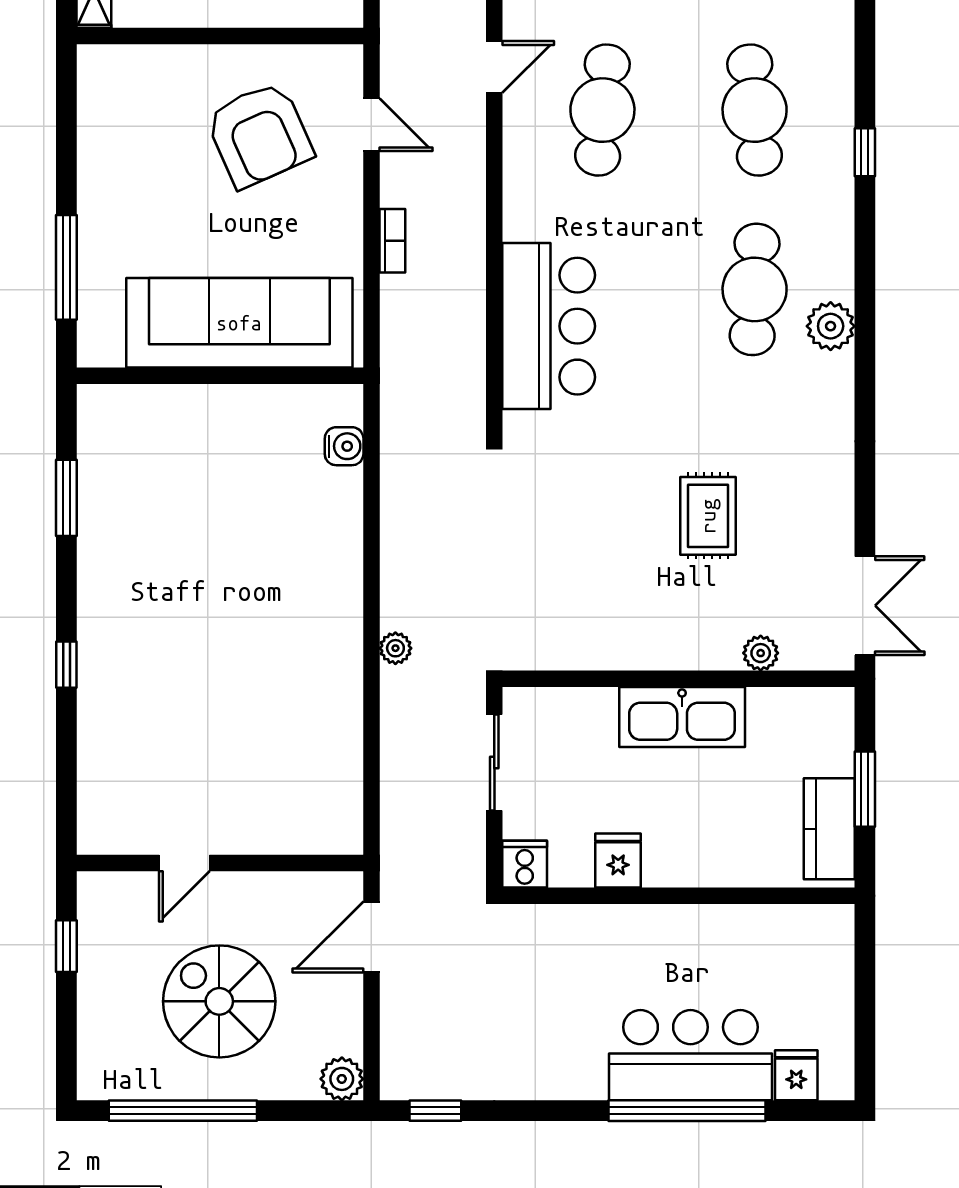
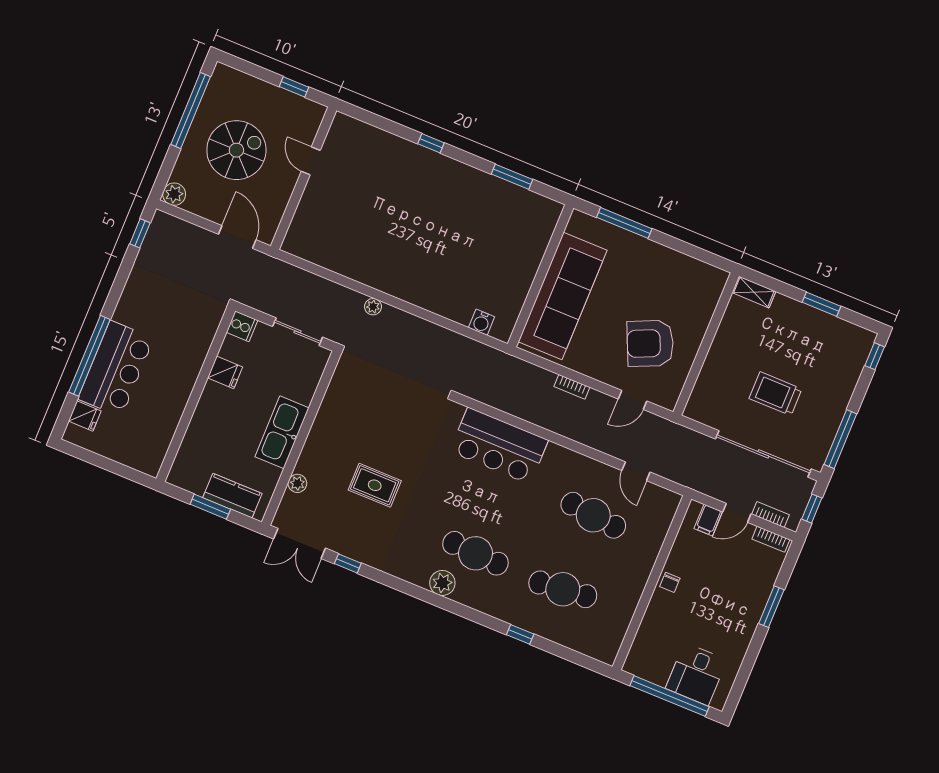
window: (865, 506) -> (348, 563), added
kitchen counter: (829, 829) -> (232, 496), moved

